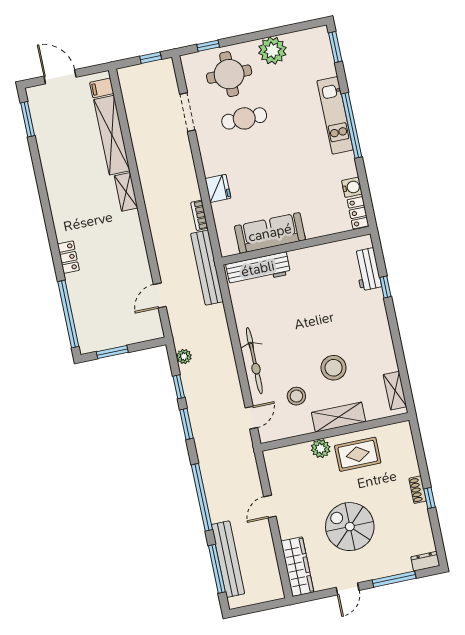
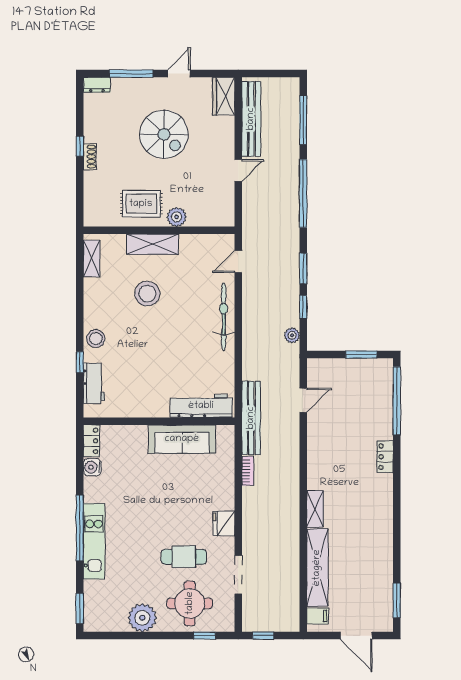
fridge: (218, 188) -> (224, 523), moved
stool: (296, 396) -> (96, 339), moved
bench: (228, 559) -> (251, 119), moved
wardrobe: (297, 567) -> (224, 96), width x0.67

